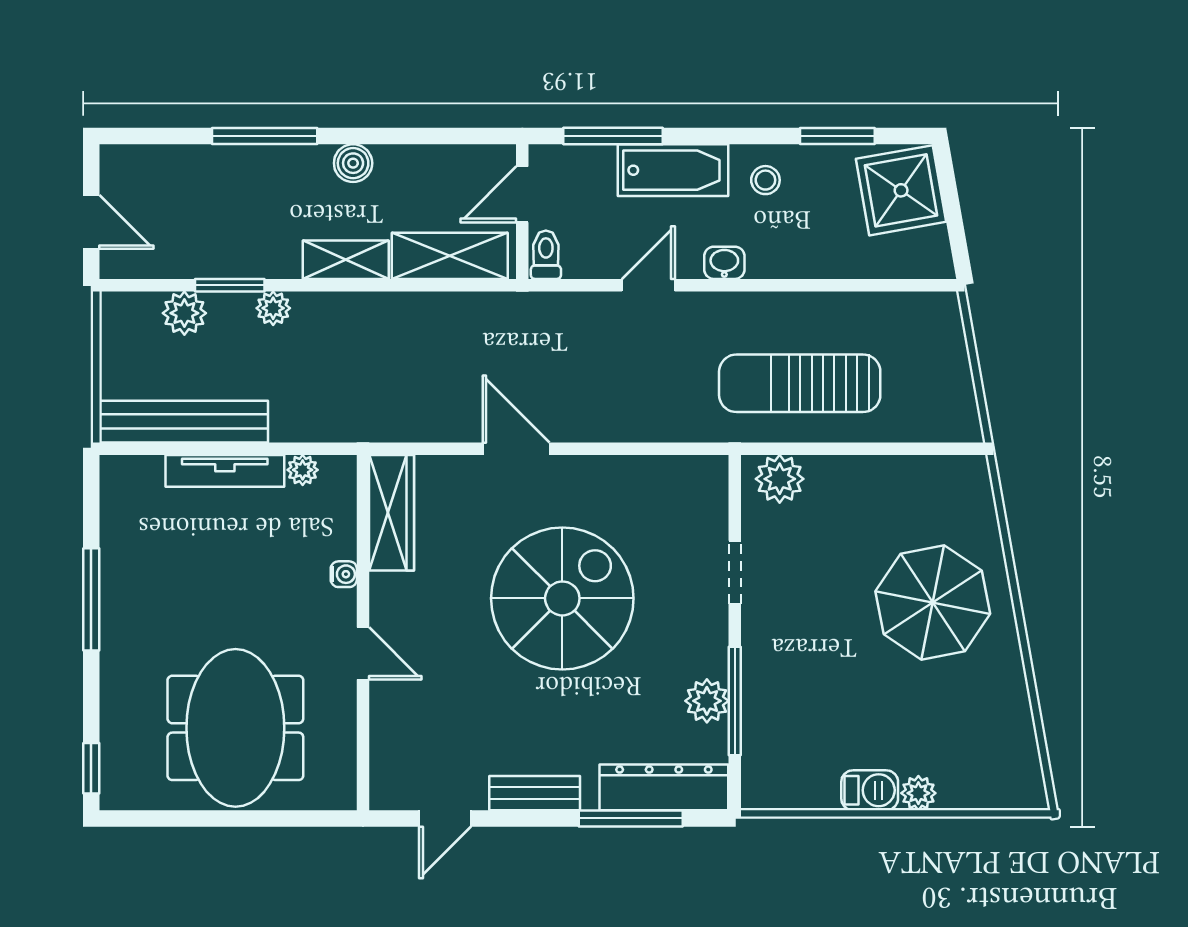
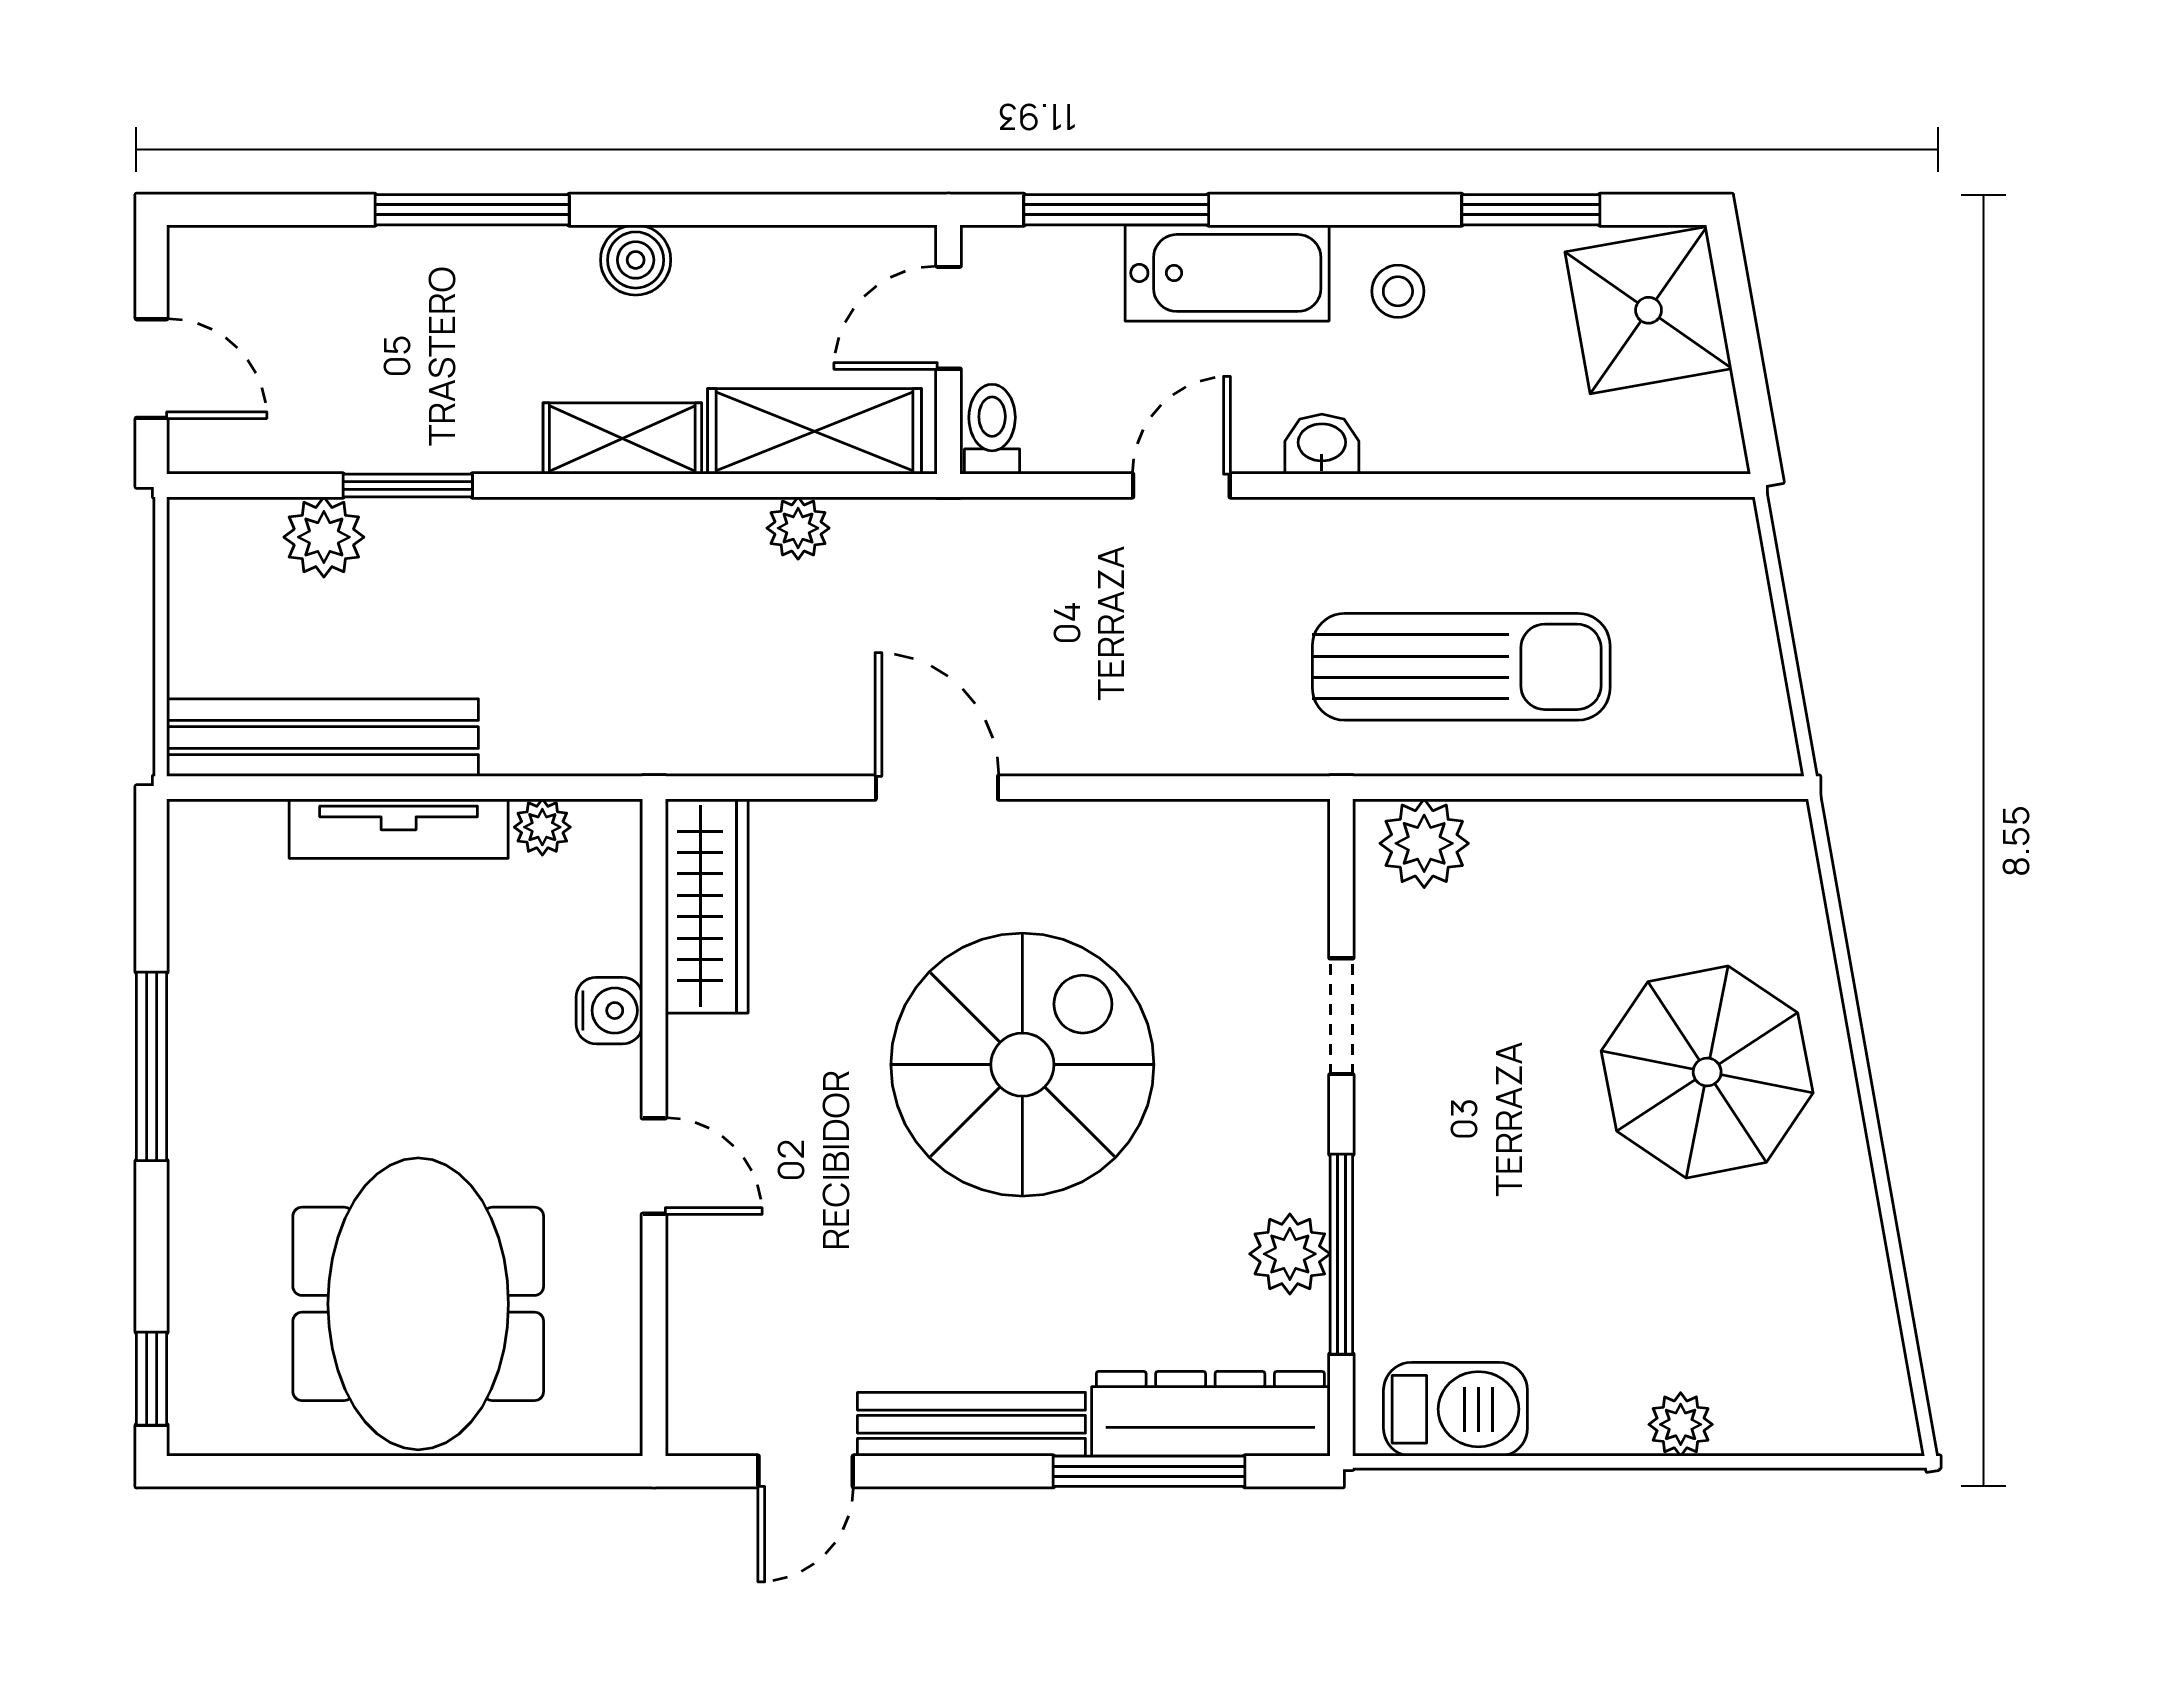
plant: (273, 308) -> (798, 528), moved
sun lounger: (800, 383) -> (1461, 667), turned 180
water cooler: (344, 574) -> (609, 1011), width x1.38, depth x1.38
barbecue: (870, 790) -> (1455, 1409), moved, width x1.38, depth x1.27
bench: (535, 793) -> (971, 1424), width x1.36

